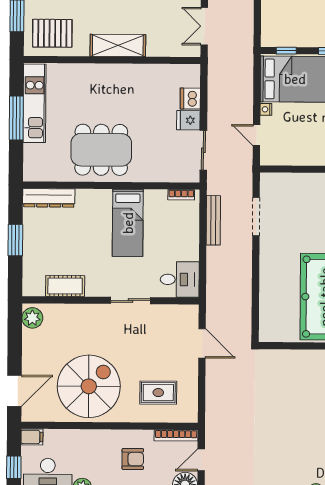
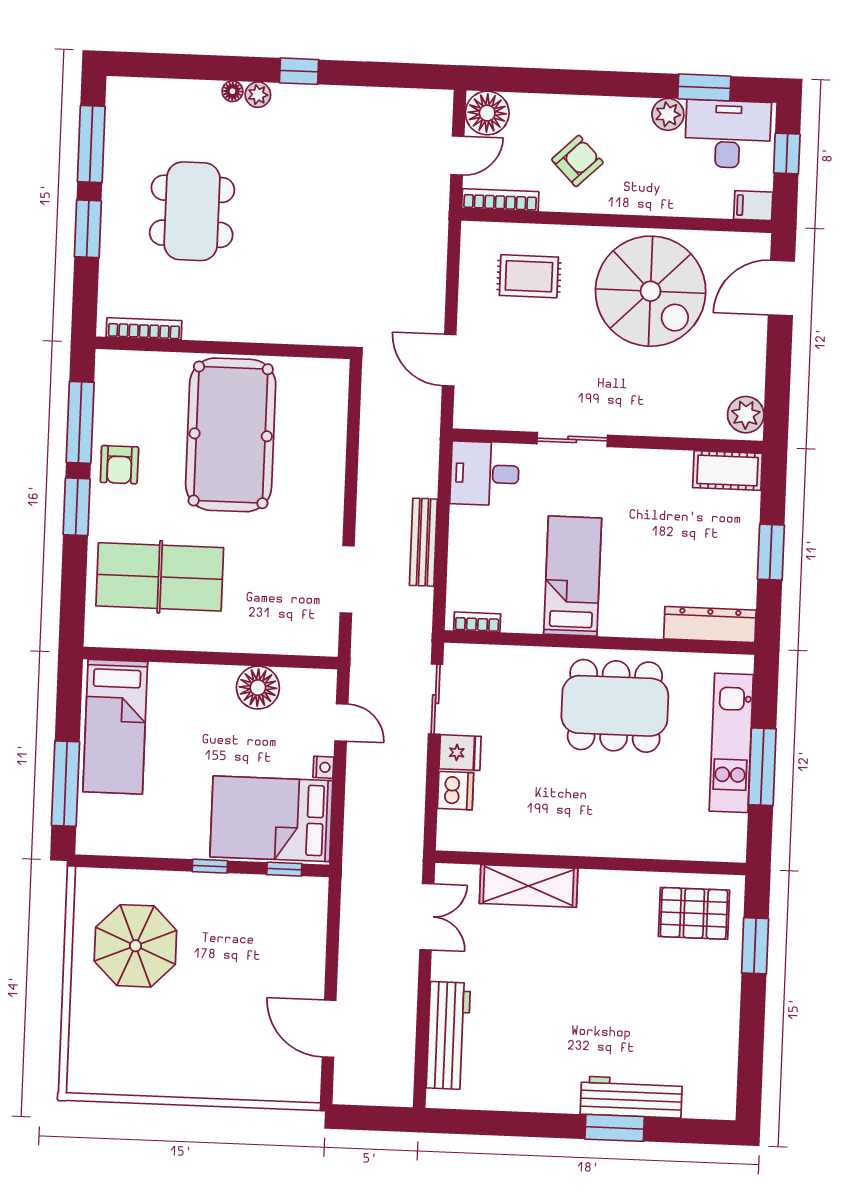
shelving: (118, 45) -> (529, 886), moved
kitchen unit: (35, 103) -> (731, 743), moved
floor lamp: (305, 153) -> (258, 688), added
bench: (213, 220) -> (423, 542), moved
cot: (65, 286) -> (728, 470), moved
spiral stairs: (89, 386) -> (651, 291), turned -90
armchair: (133, 459) -> (577, 161), turned 136

